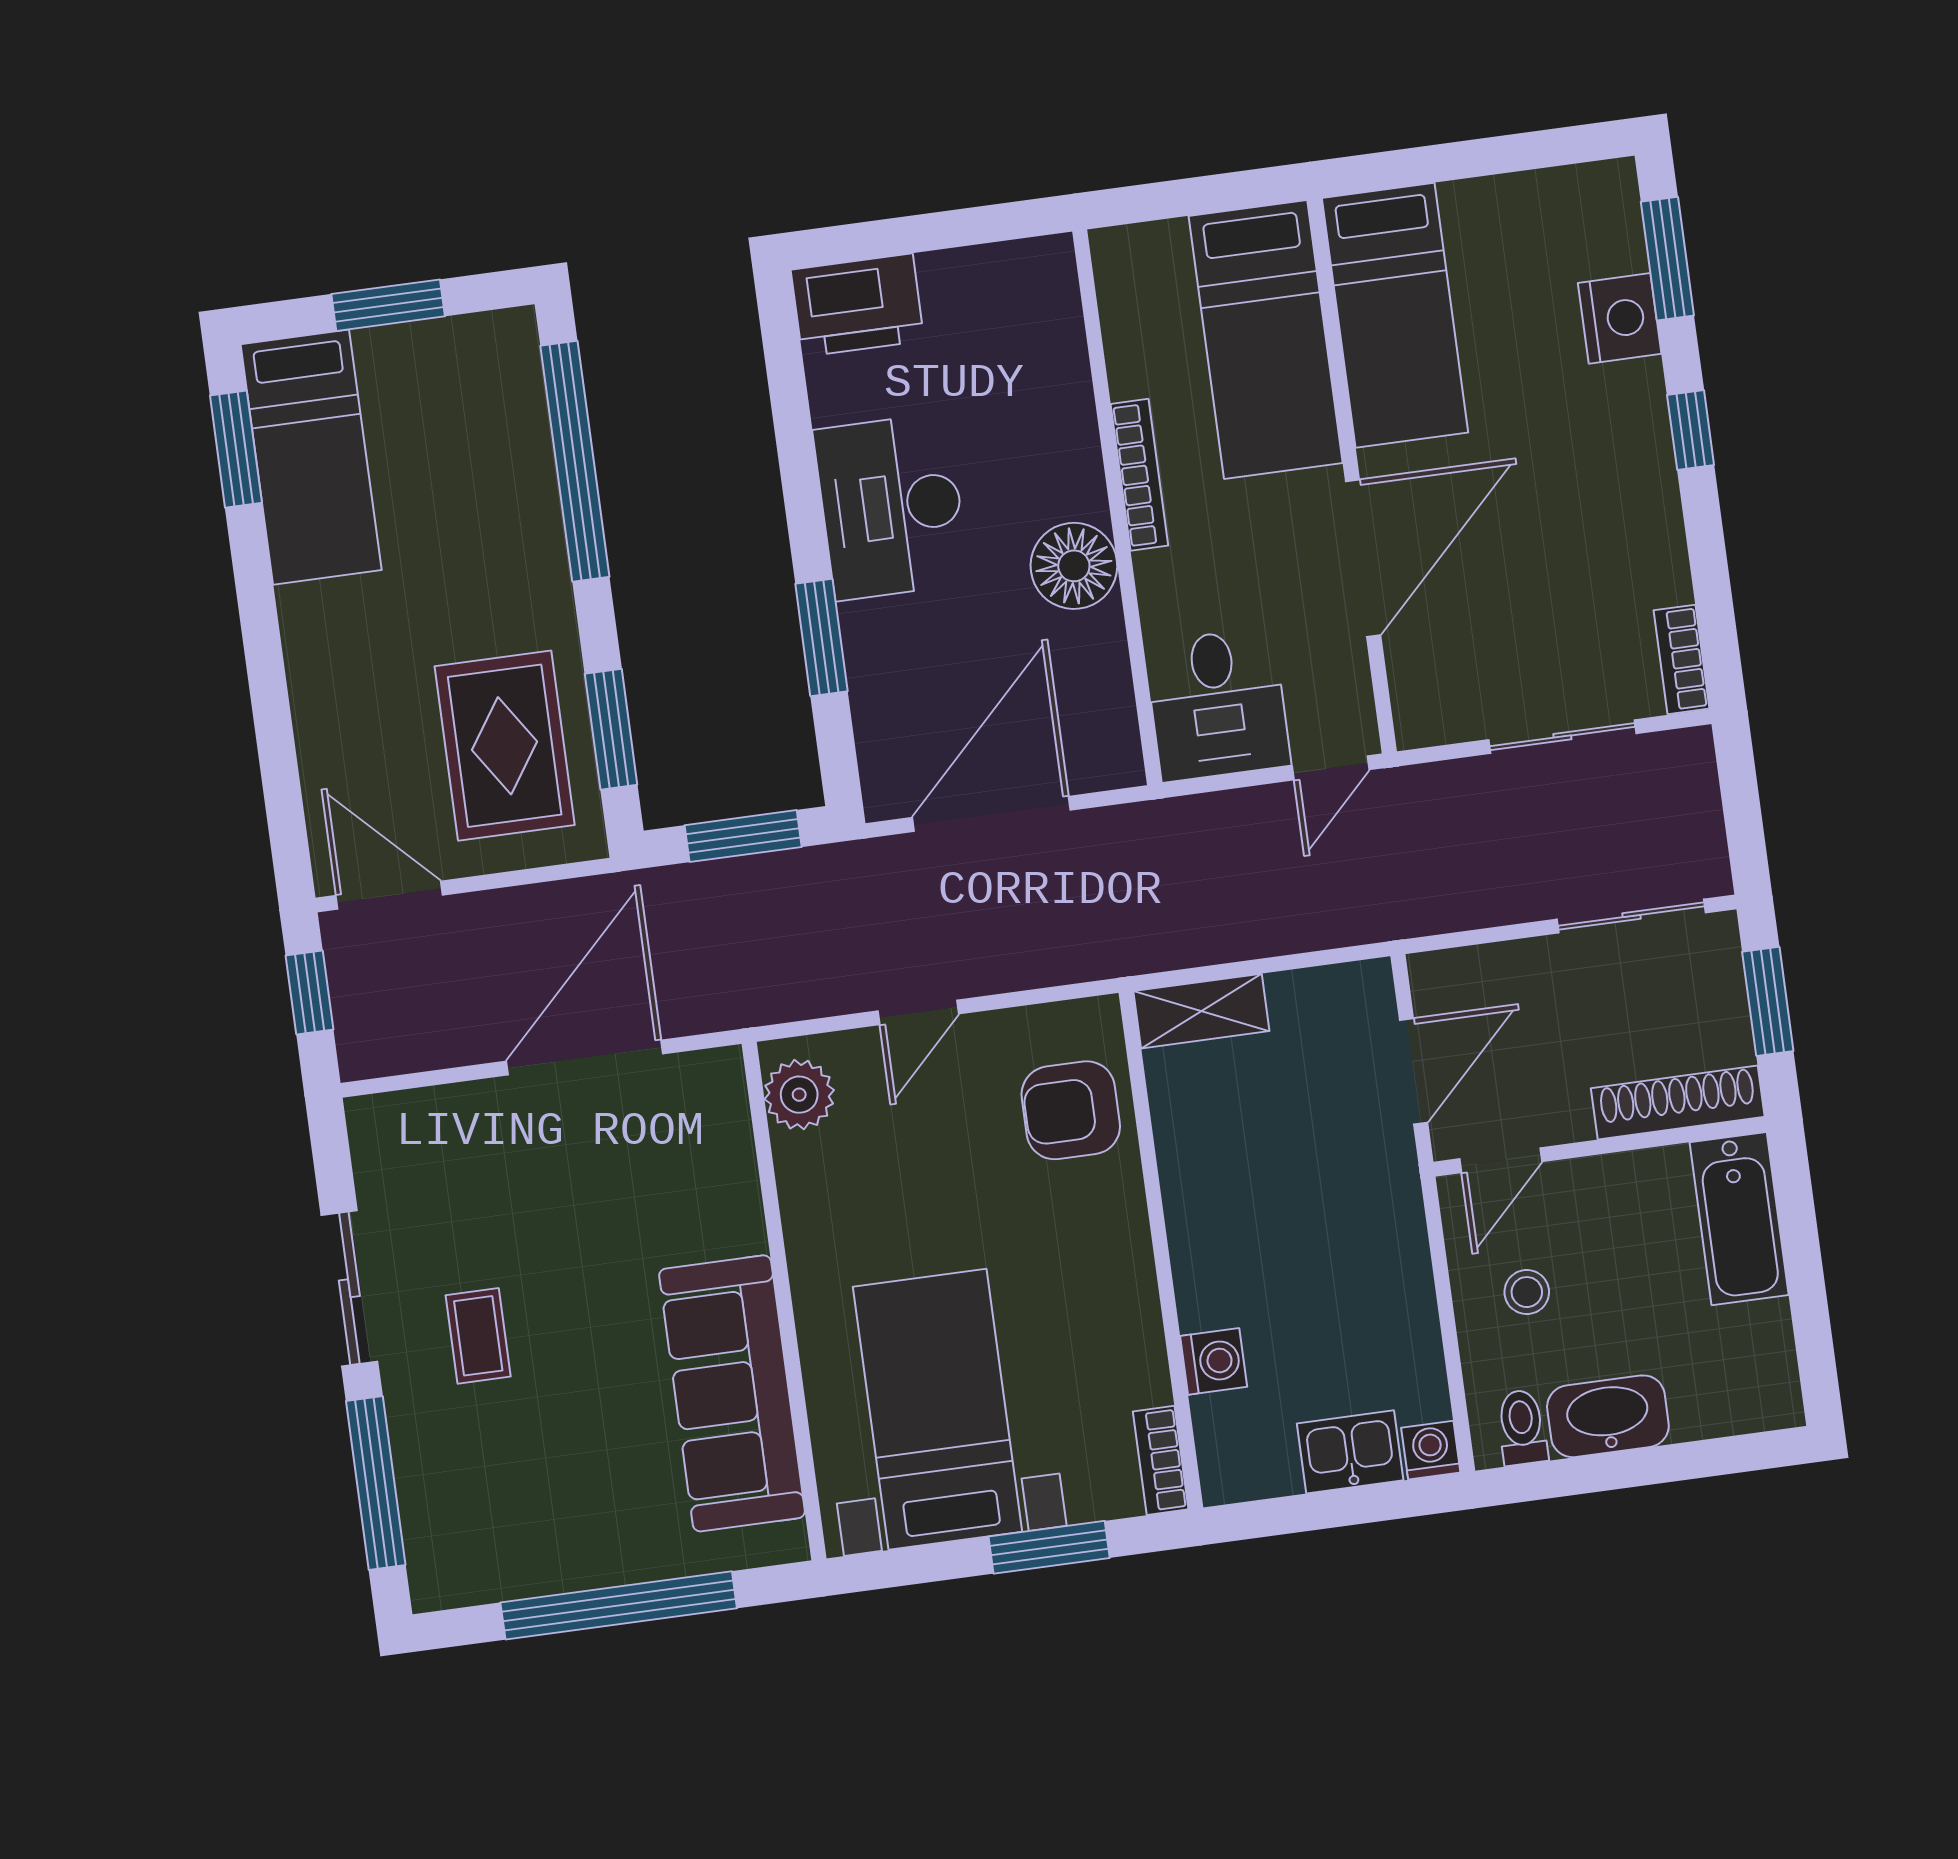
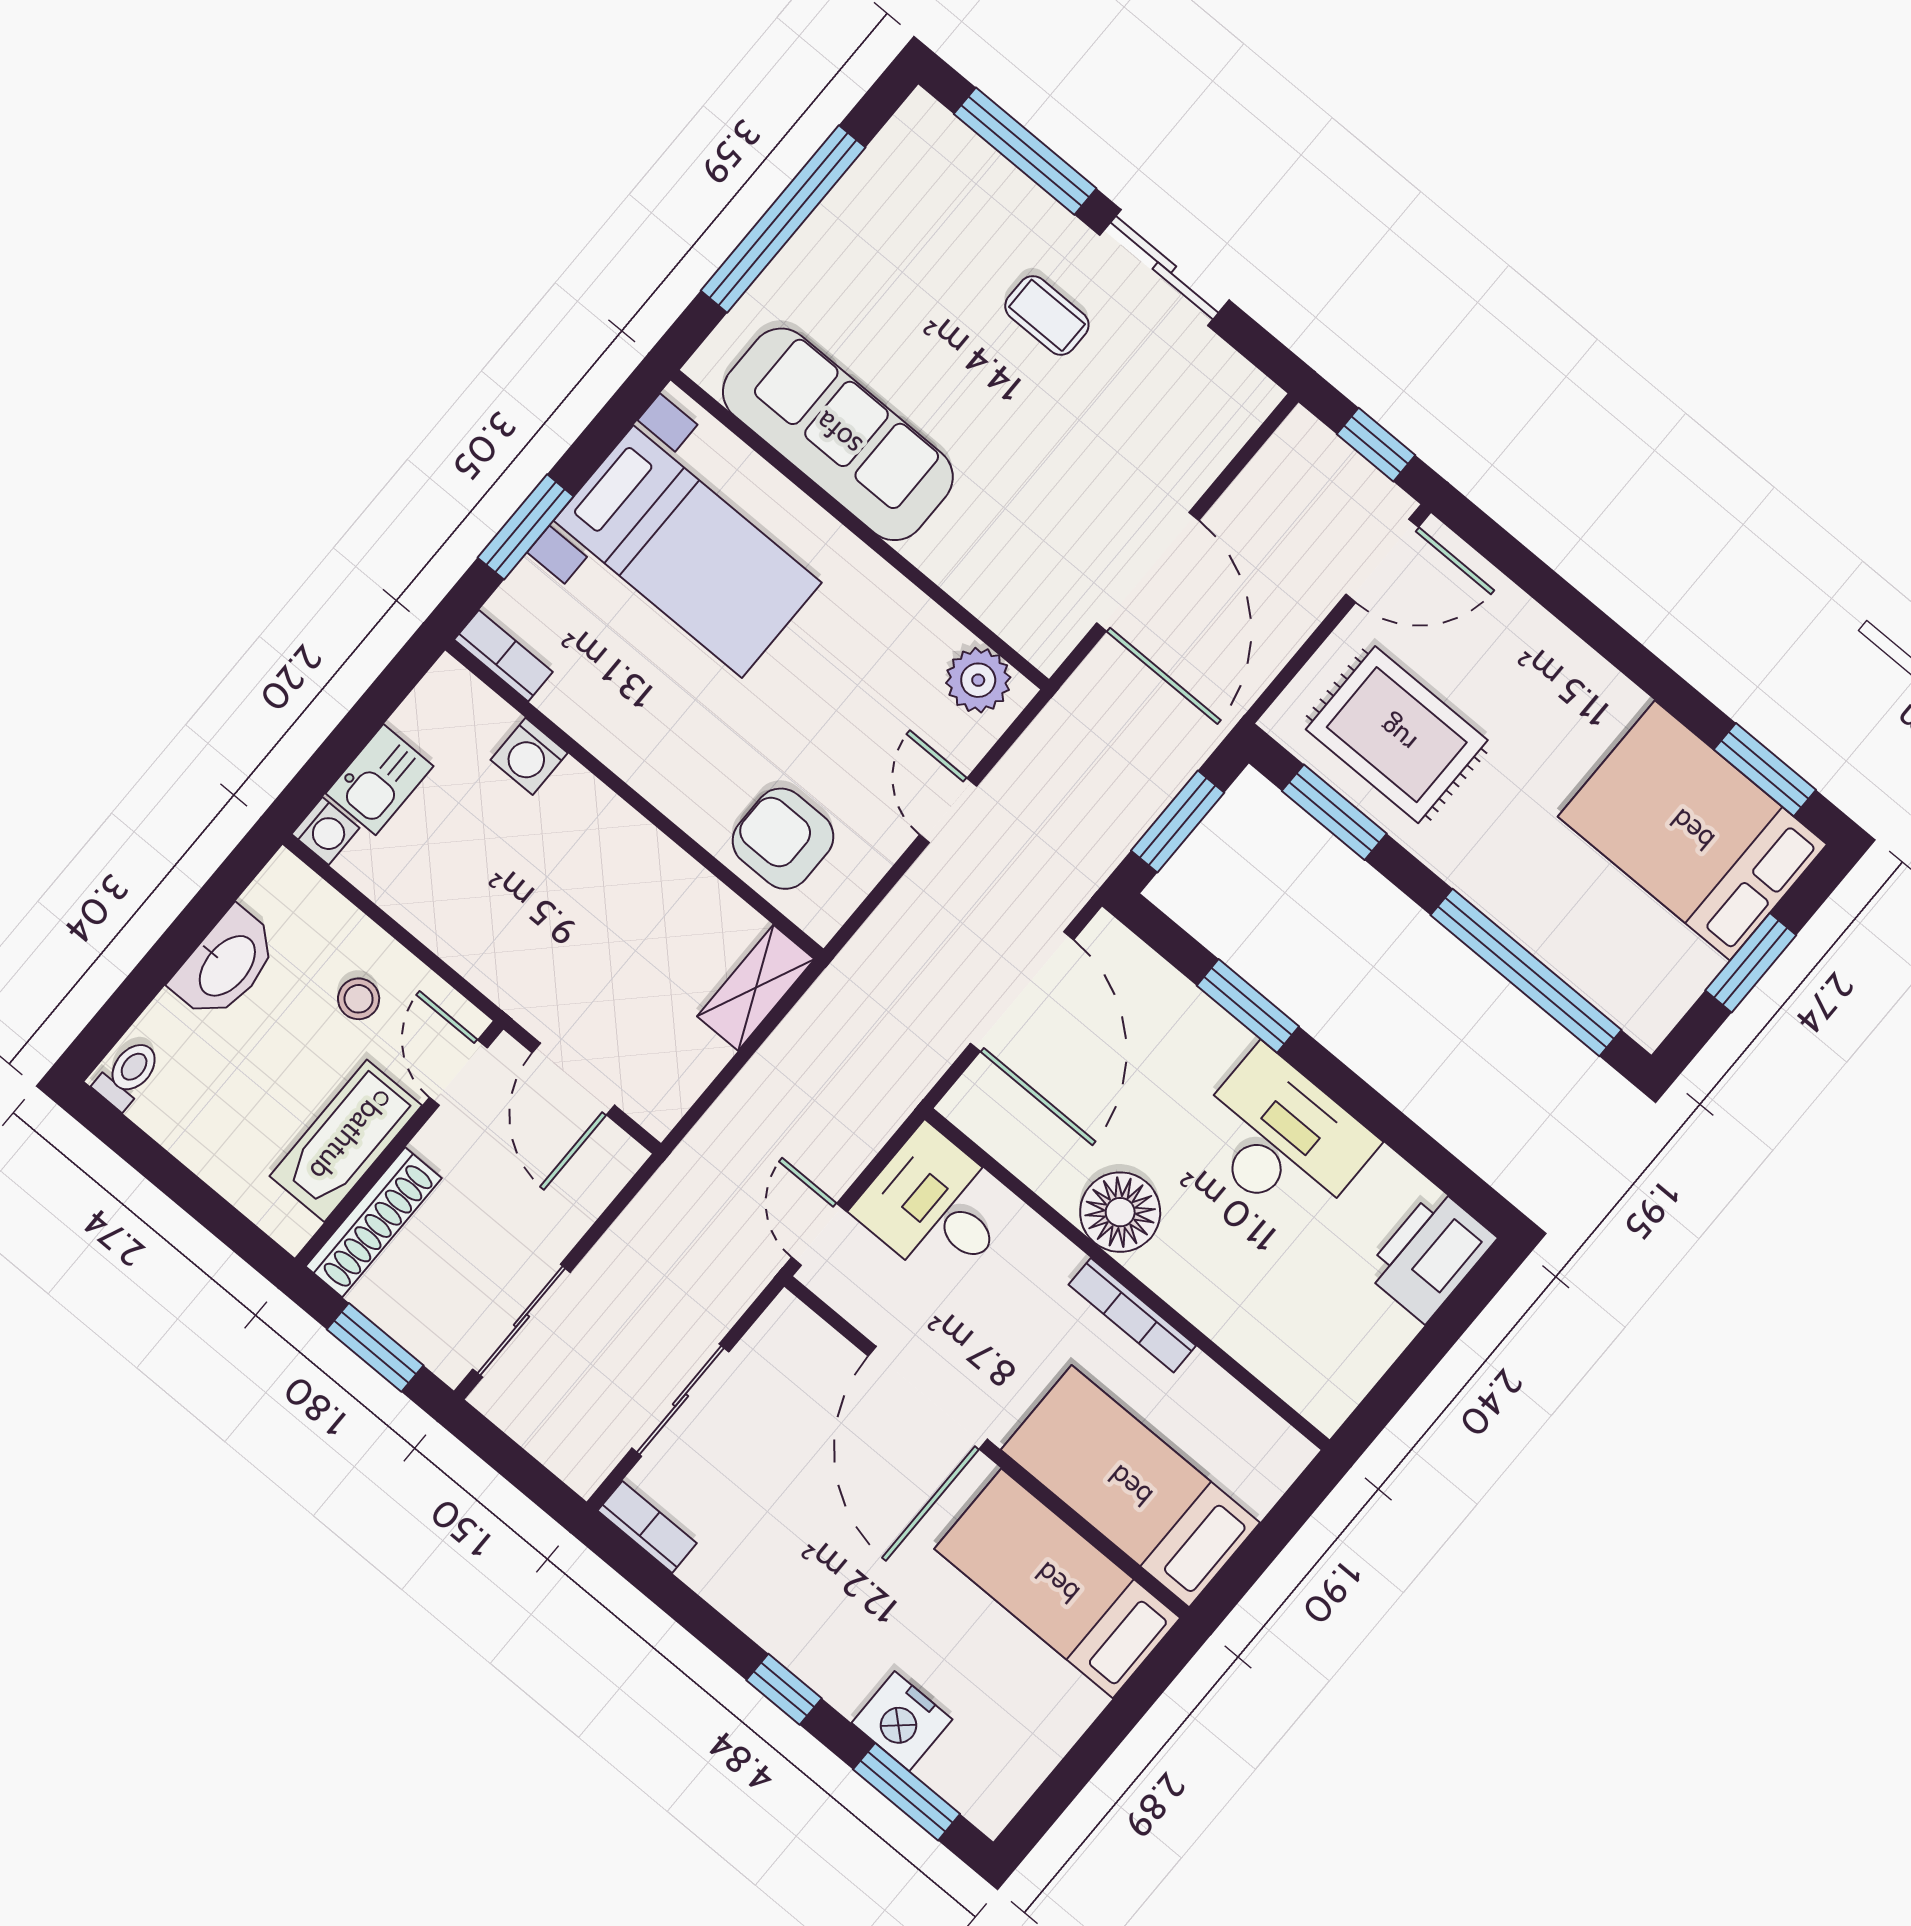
bed: (311, 457) -> (1692, 830), width x1.50
armchair: (1071, 1110) -> (783, 839), turned -90
bathtub: (1739, 1219) -> (346, 1141), moved, turned -90
toilet: (1522, 1427) -> (128, 1074), moved, turned -90

